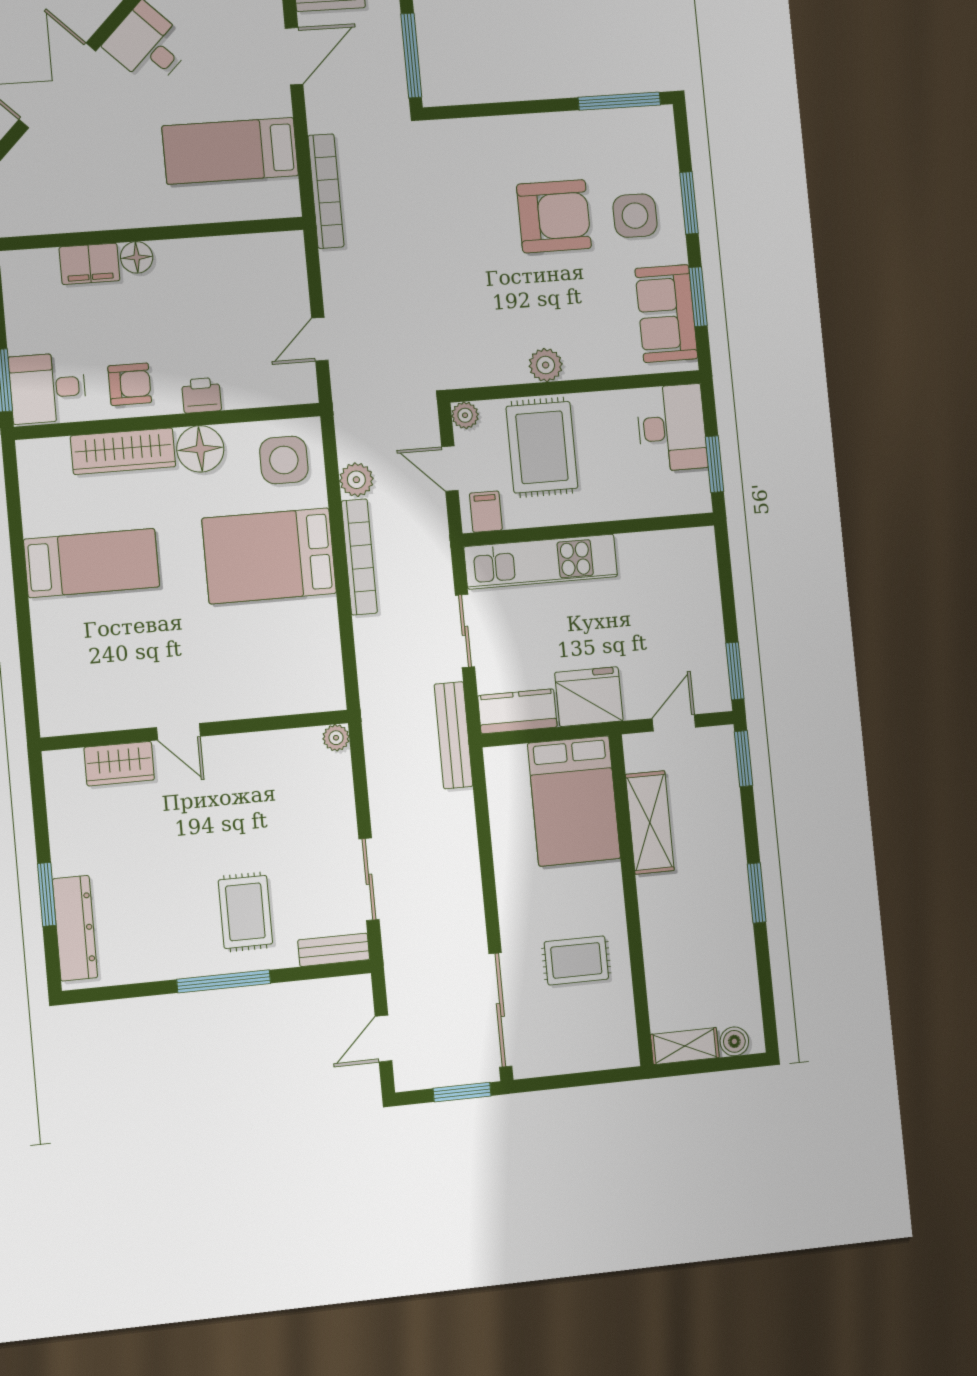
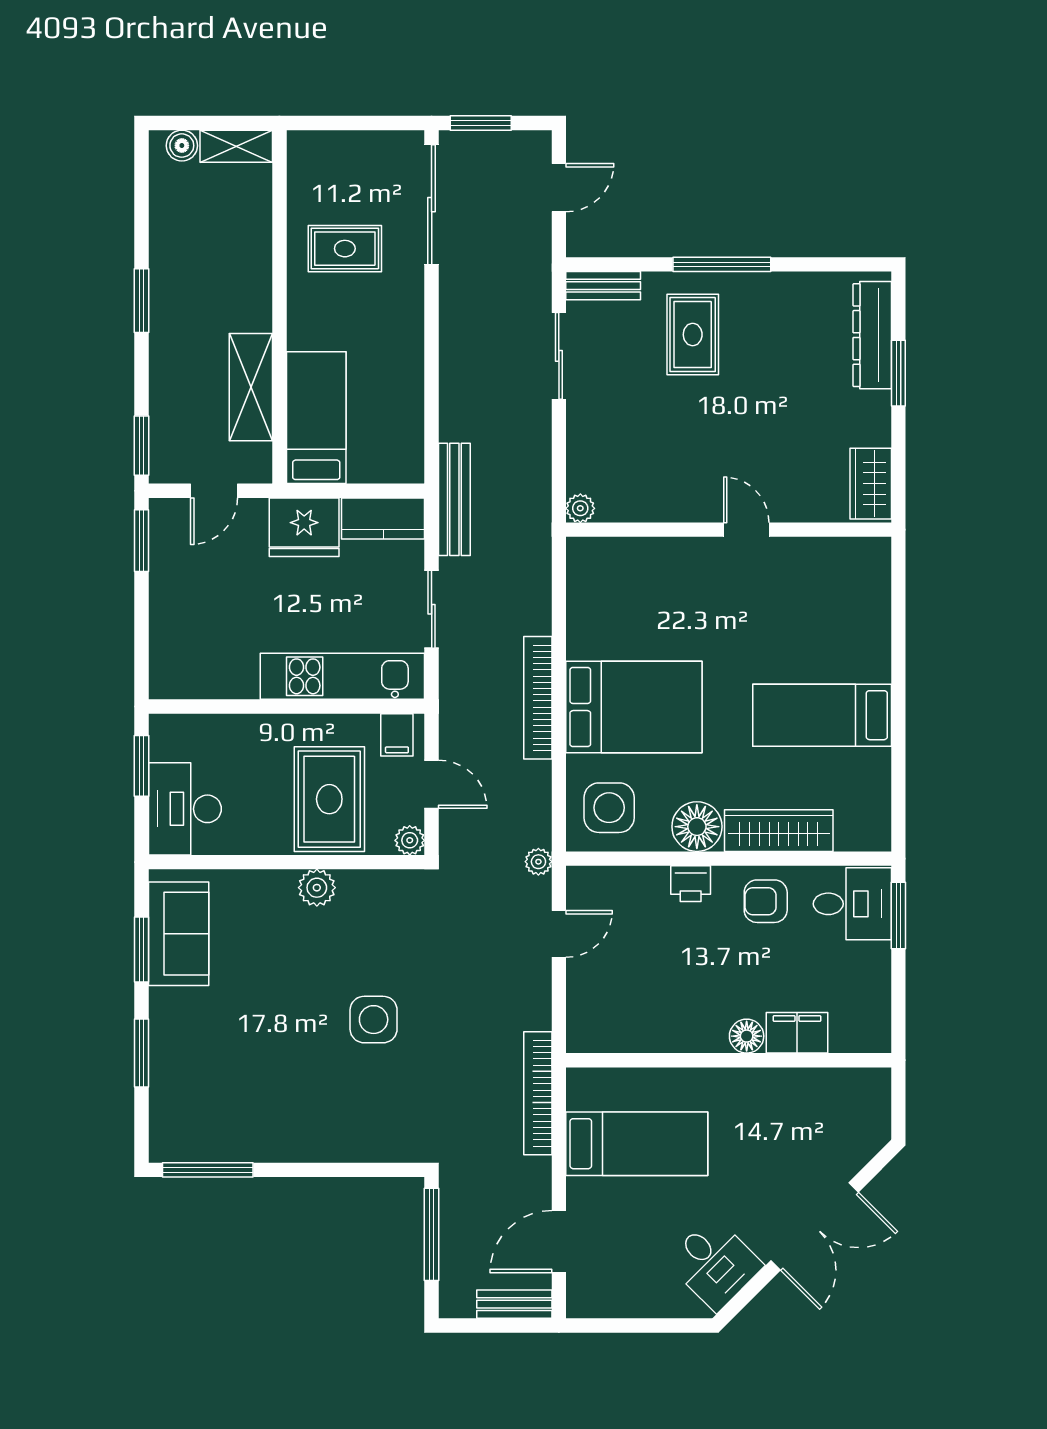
armchair: (554, 216) -> (292, 1049), removed
side table: (635, 216) -> (374, 1020), moved
plant: (356, 480) -> (538, 862), moved, width x0.73, depth x0.73
wardrobe: (119, 764) -> (871, 484), moved, turned -90
bed: (574, 801) -> (316, 418), width x0.67

